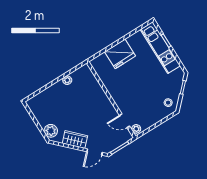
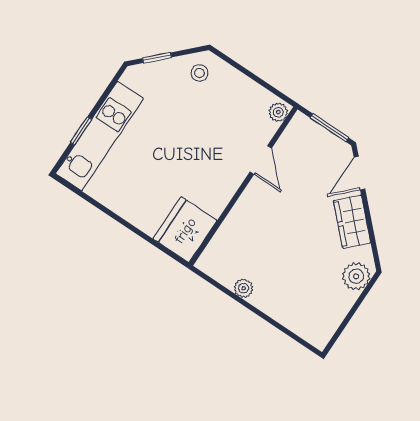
fridge: (120, 54) -> (185, 230), moved, turned -90
door: (124, 121) -> (261, 160), moved
door: (94, 152) -> (359, 173), swing flipped

